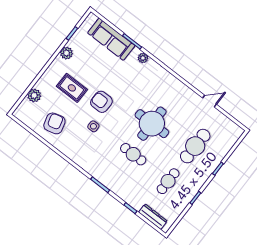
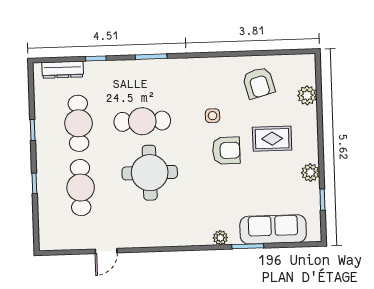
cafe table: (133, 154) -> (142, 121), width x1.37, depth x1.35
cafe table: (168, 181) -> (78, 123), width x1.37, depth x1.35

